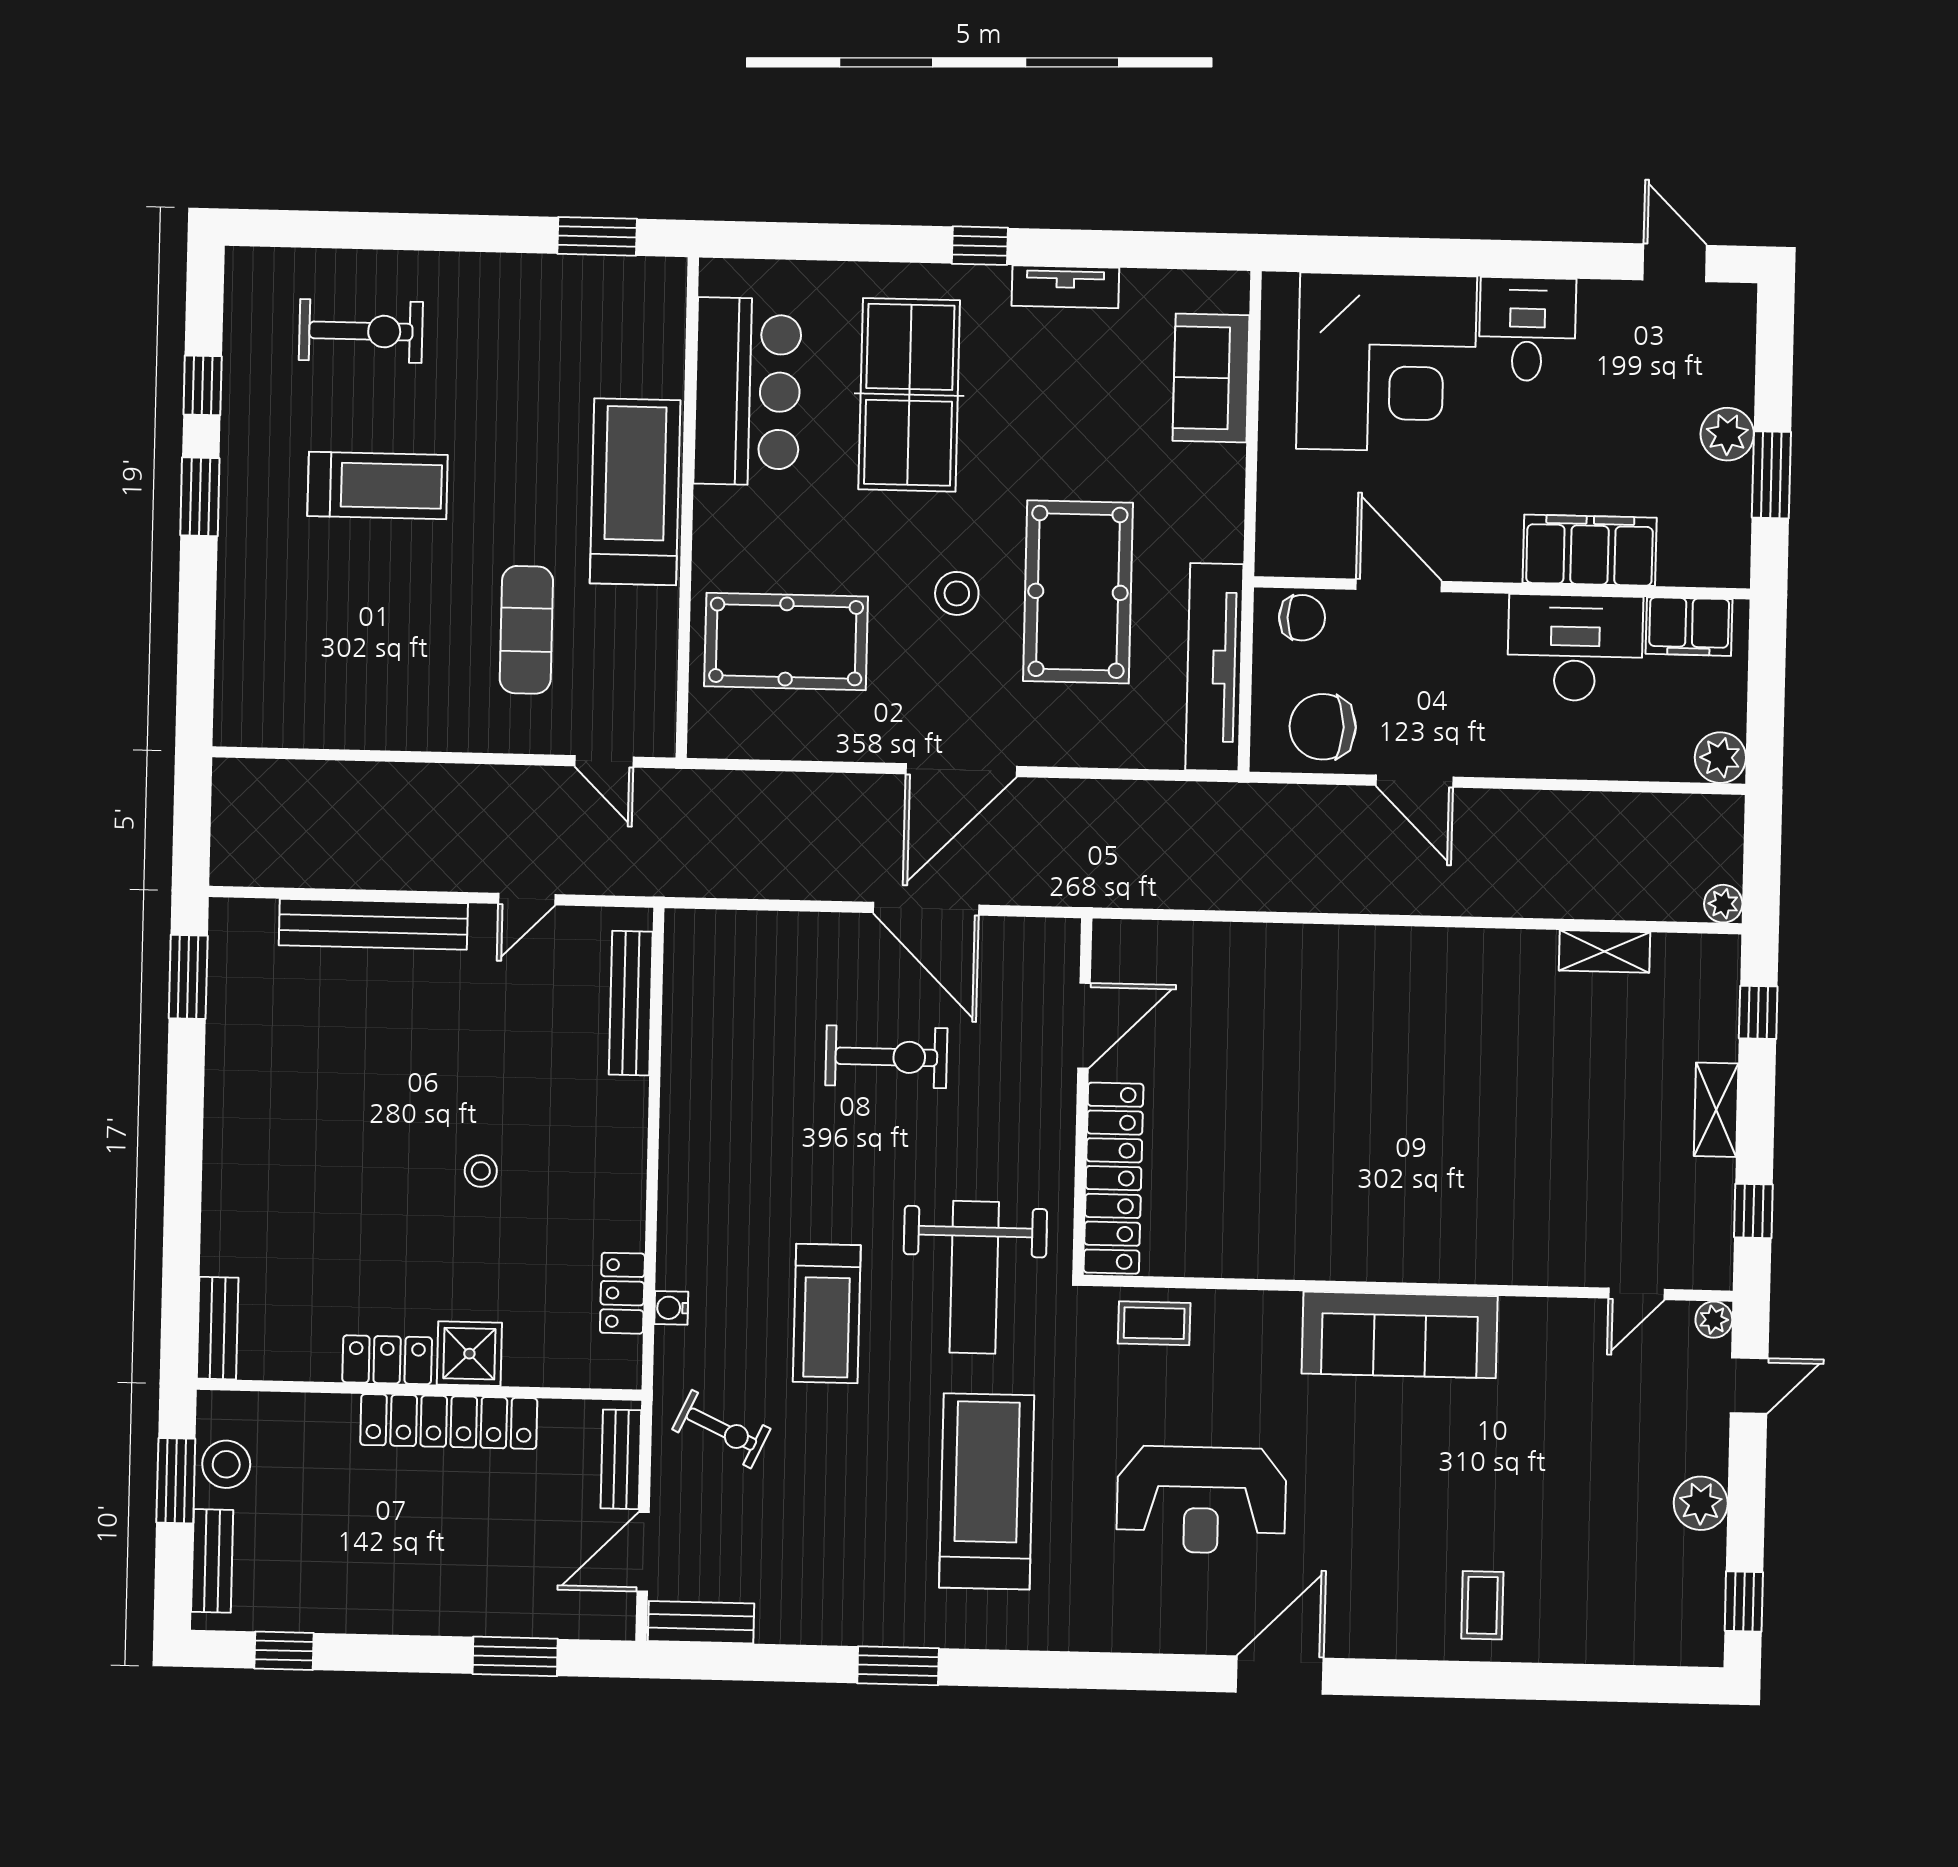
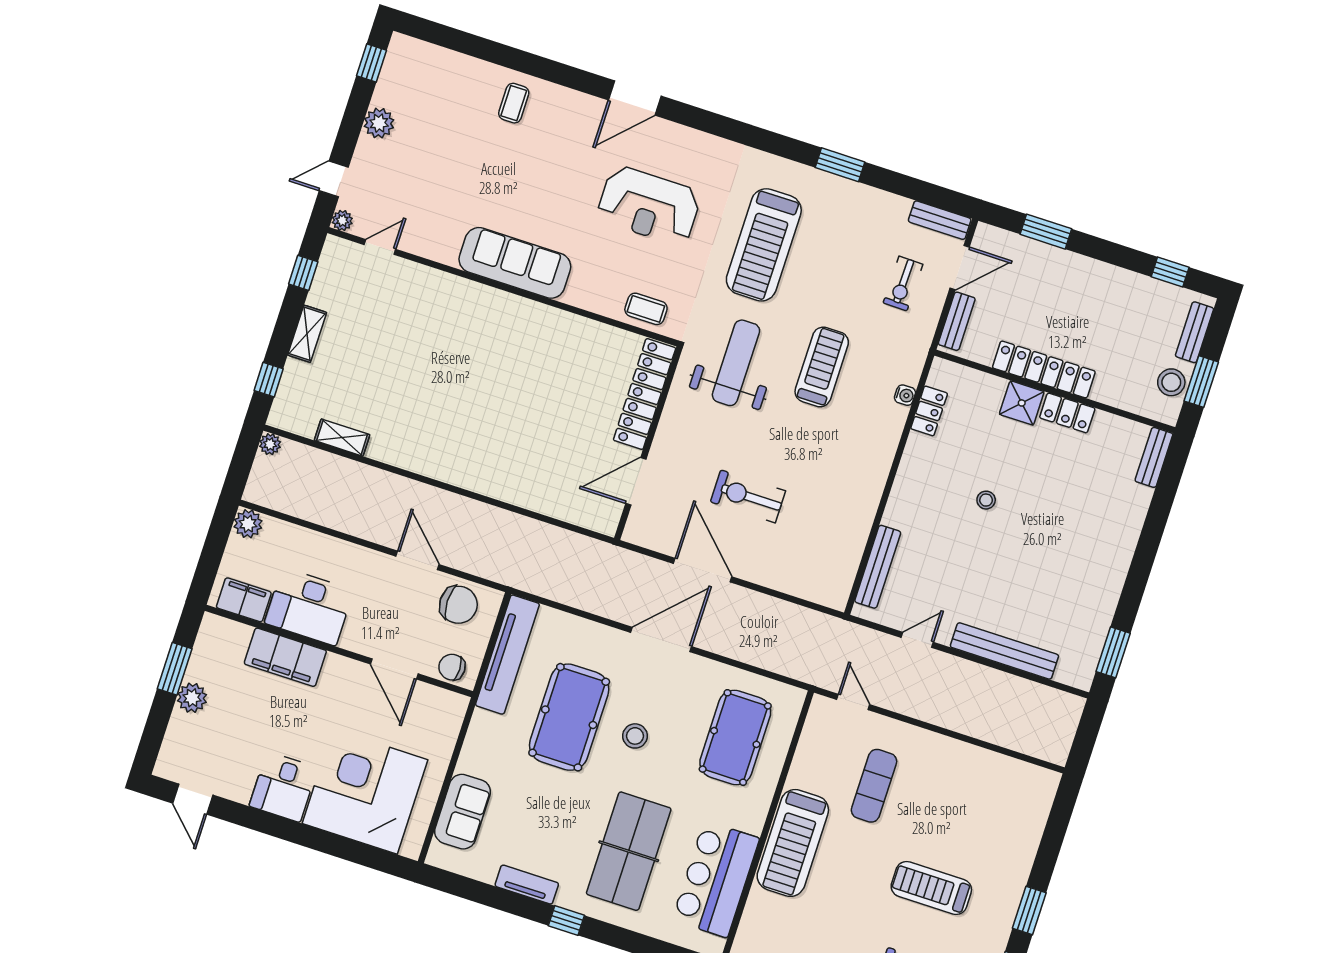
pool table: (786, 641) -> (735, 738), turned 90
exercise bike: (721, 1429) -> (903, 284), moved, turned -114
reception desk: (1201, 1500) -> (649, 206), turned 180

